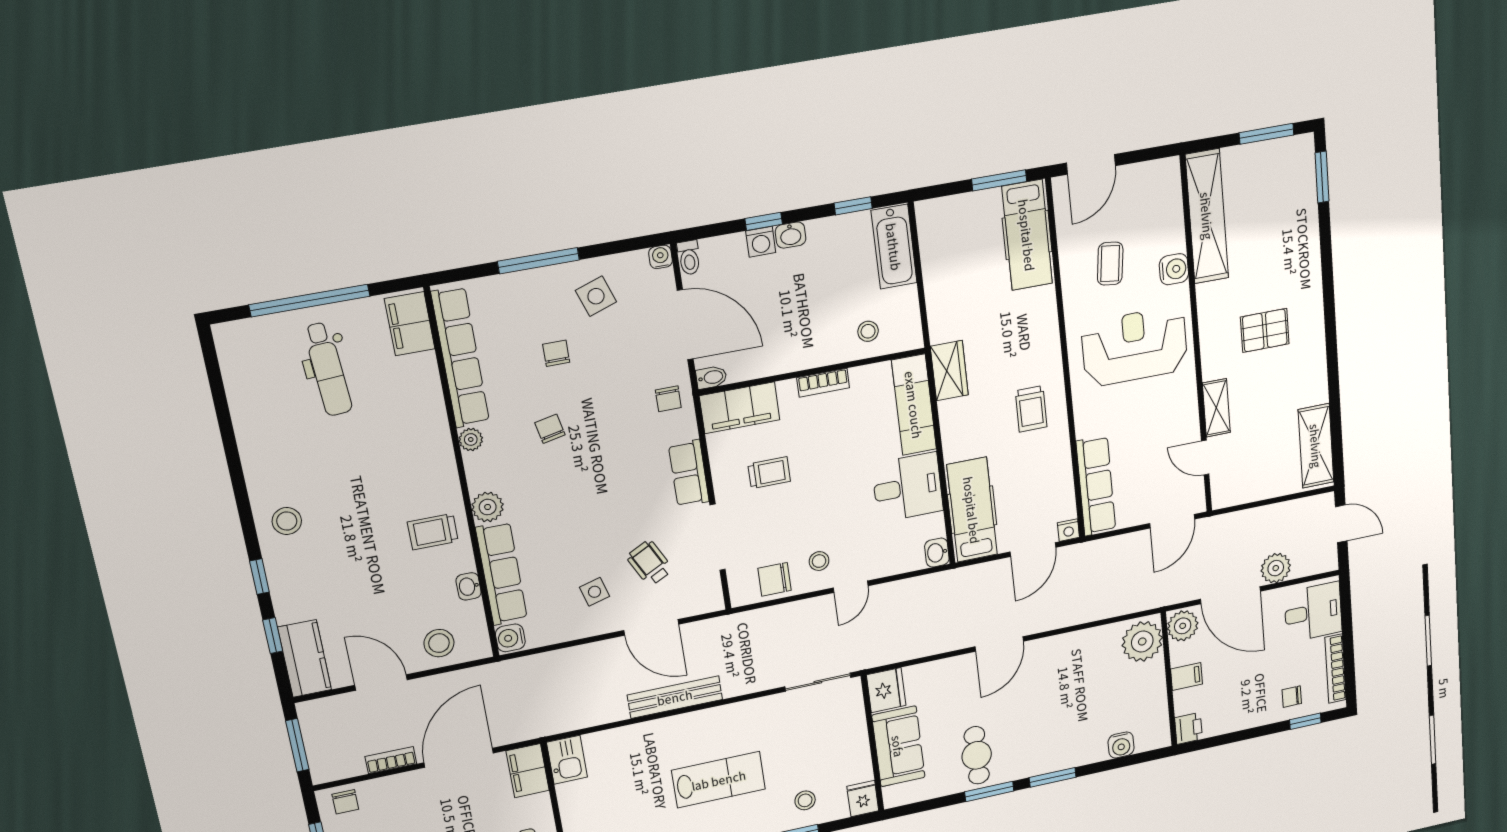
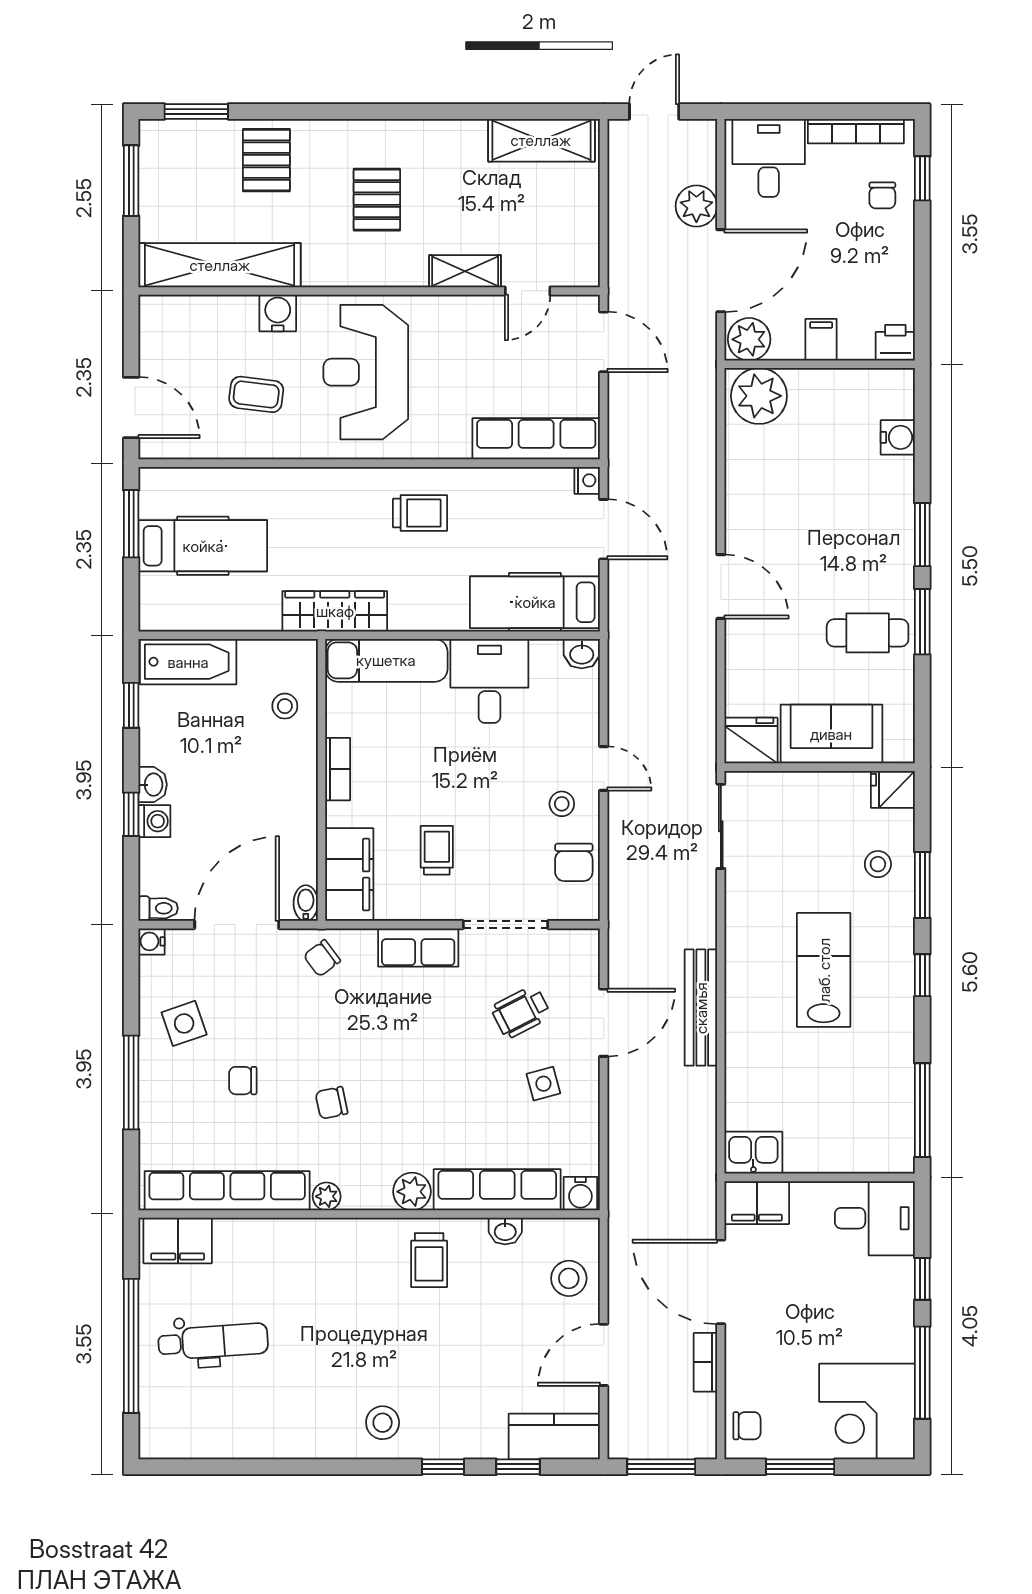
hospital bed: (1027, 235) -> (203, 546), moved
pallet: (1289, 239) -> (266, 160), added
wardrobe: (949, 371) -> (335, 611), width x1.50
chair: (668, 399) -> (322, 958), turned 143

